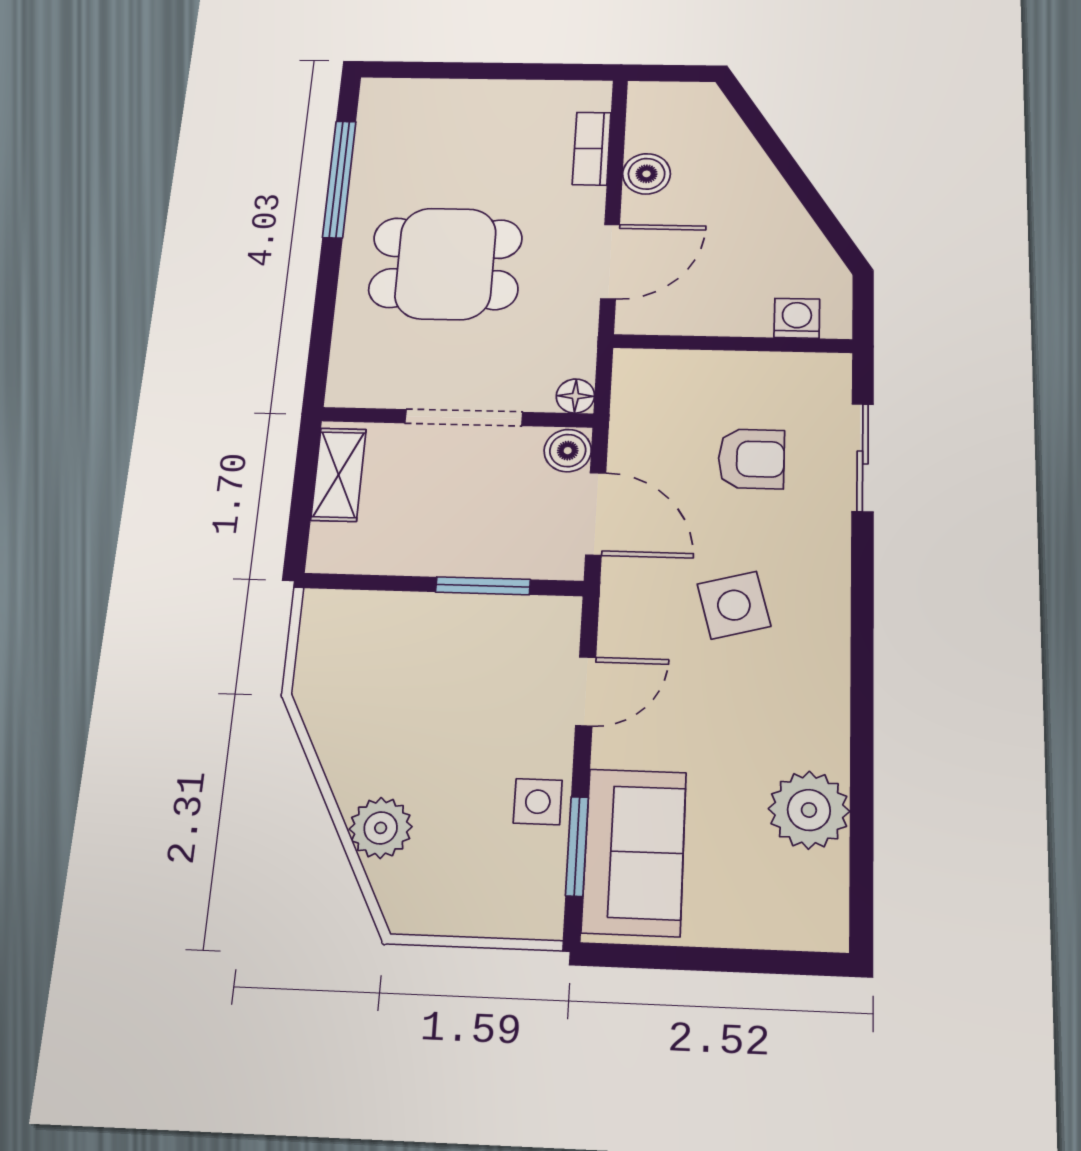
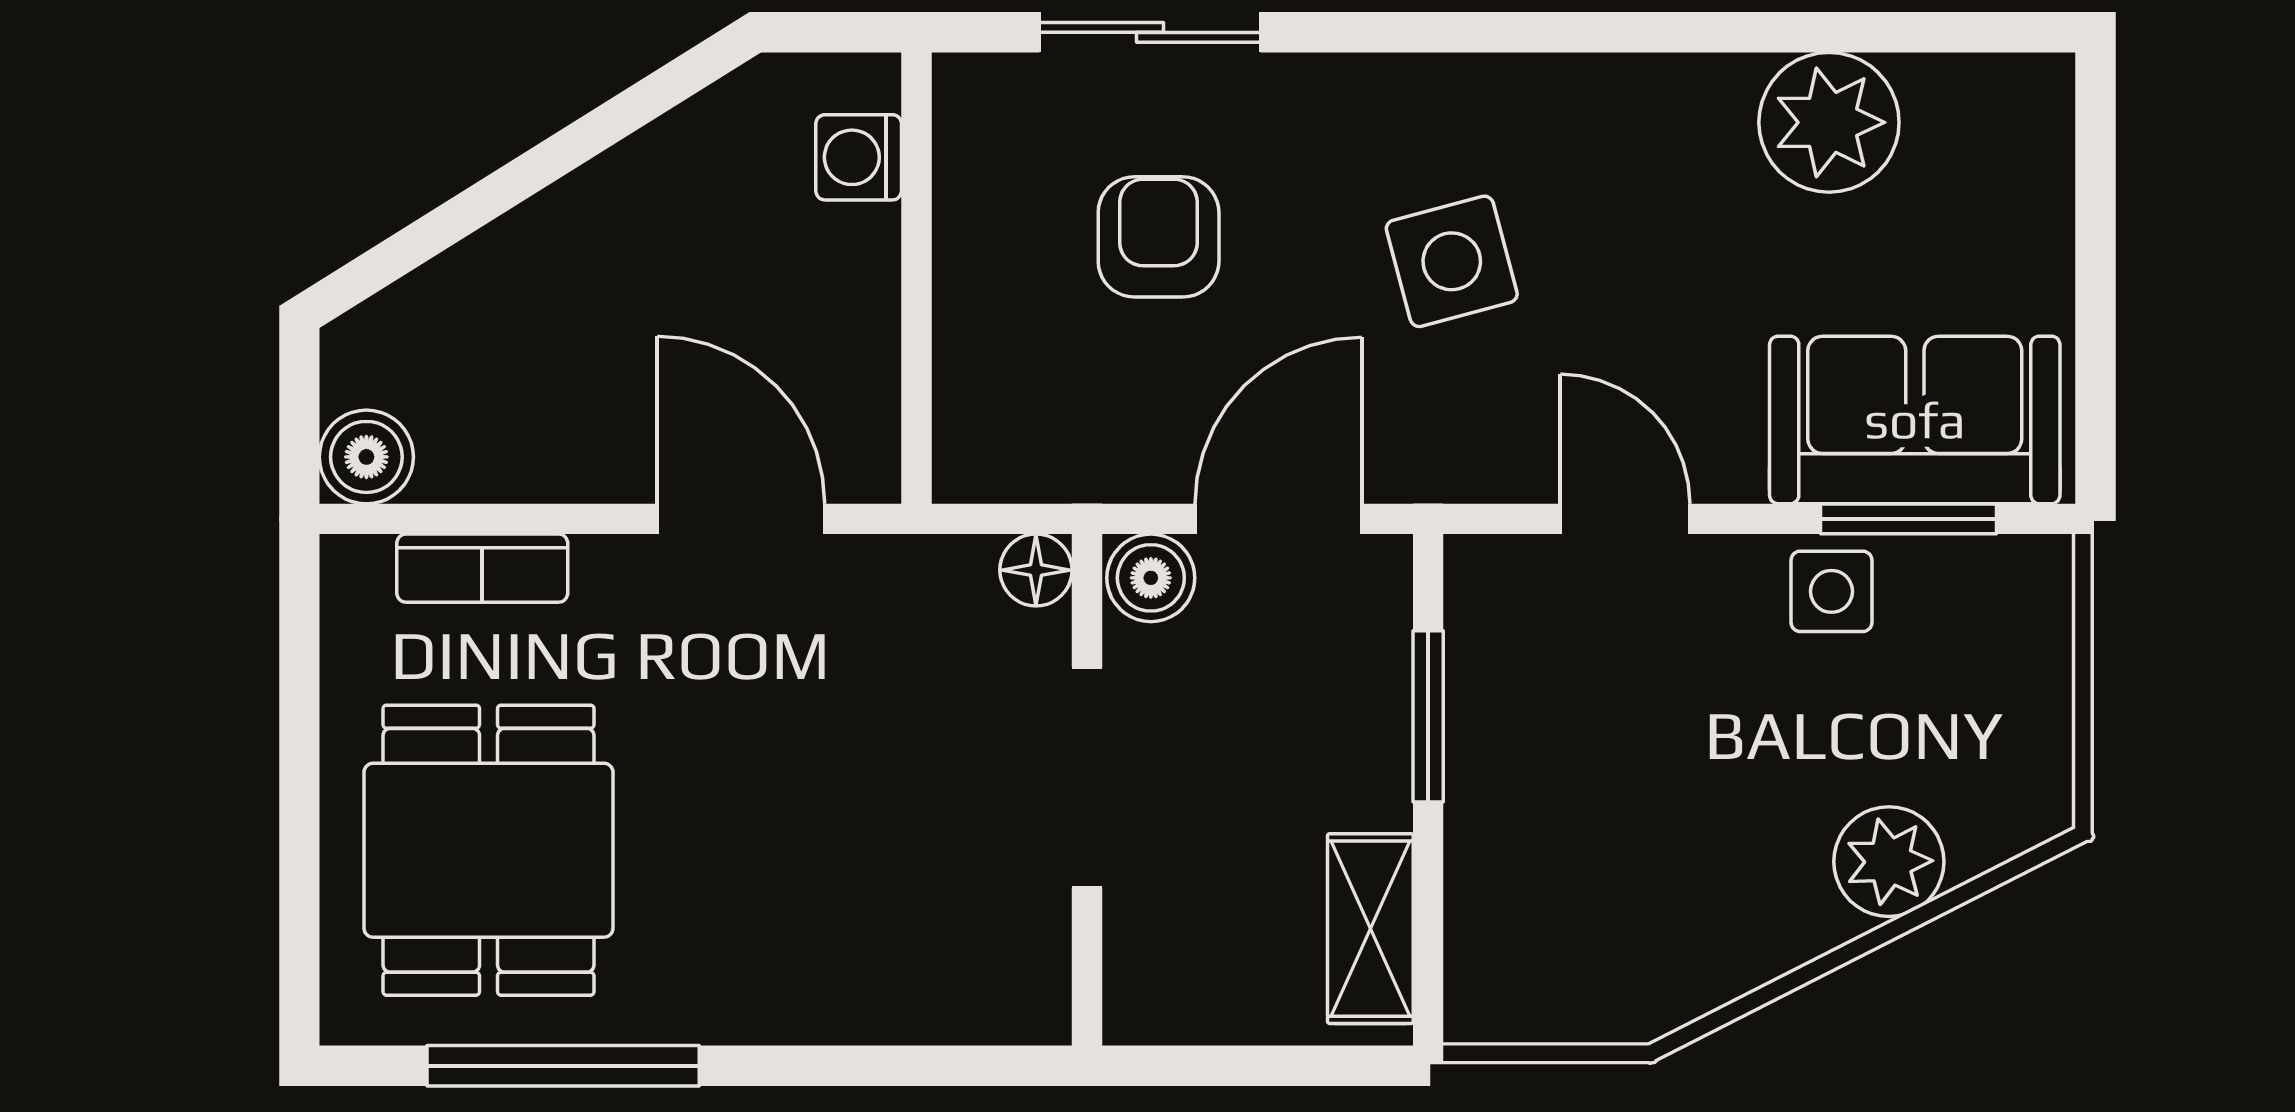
boiler: (647, 174) -> (366, 457), moved
dining table: (446, 264) -> (489, 850), moved
shelving: (338, 475) -> (1370, 929), moved, turned 90

